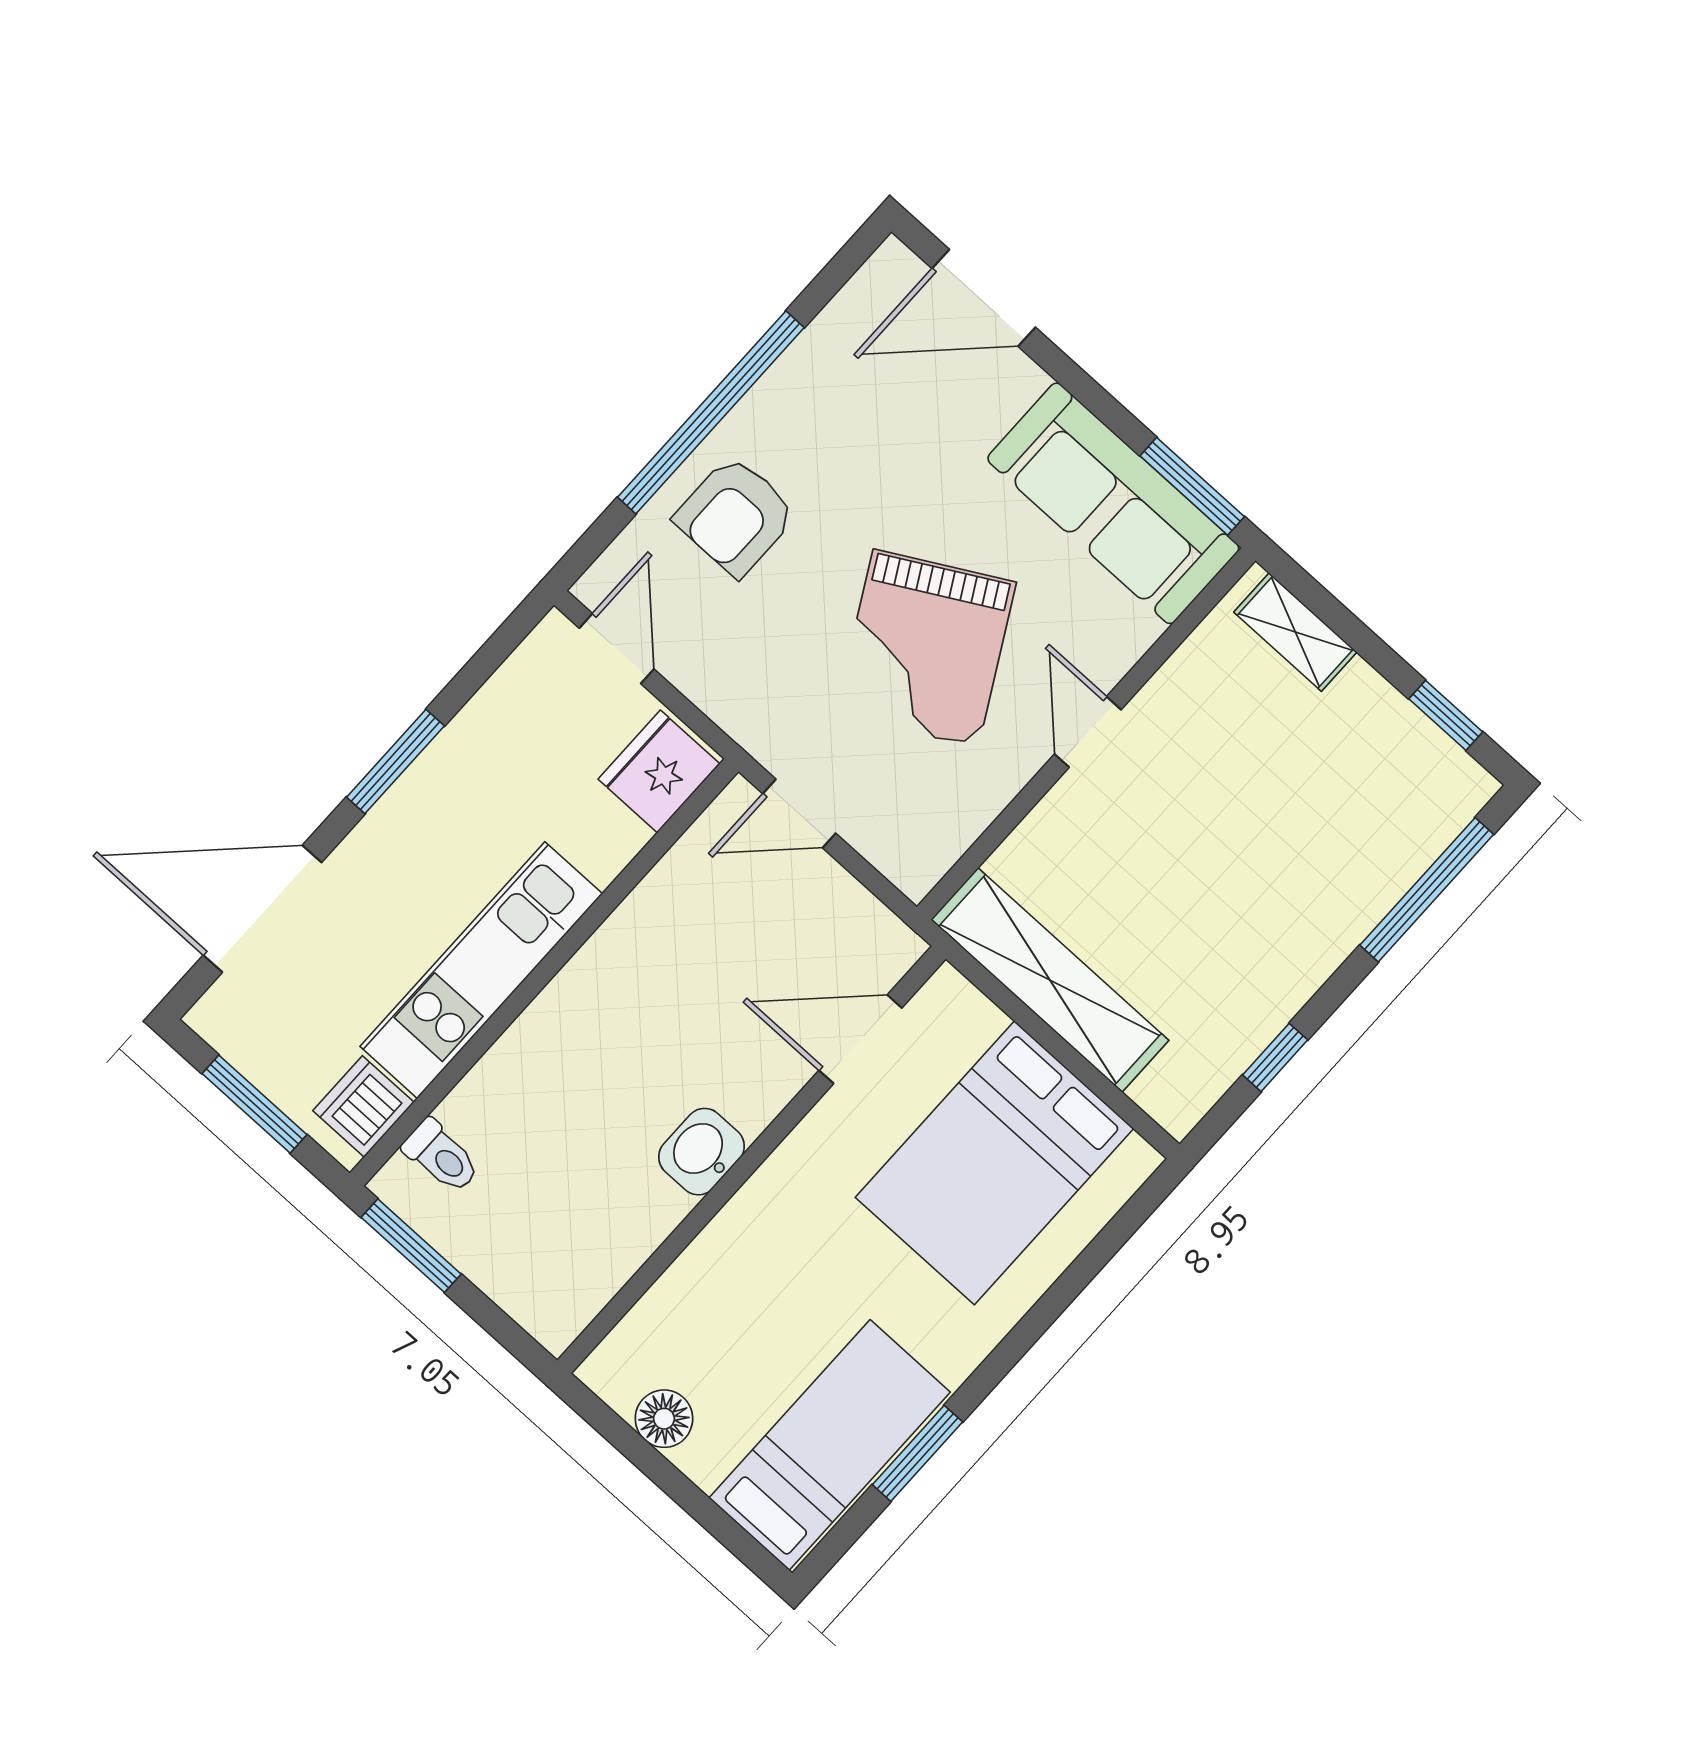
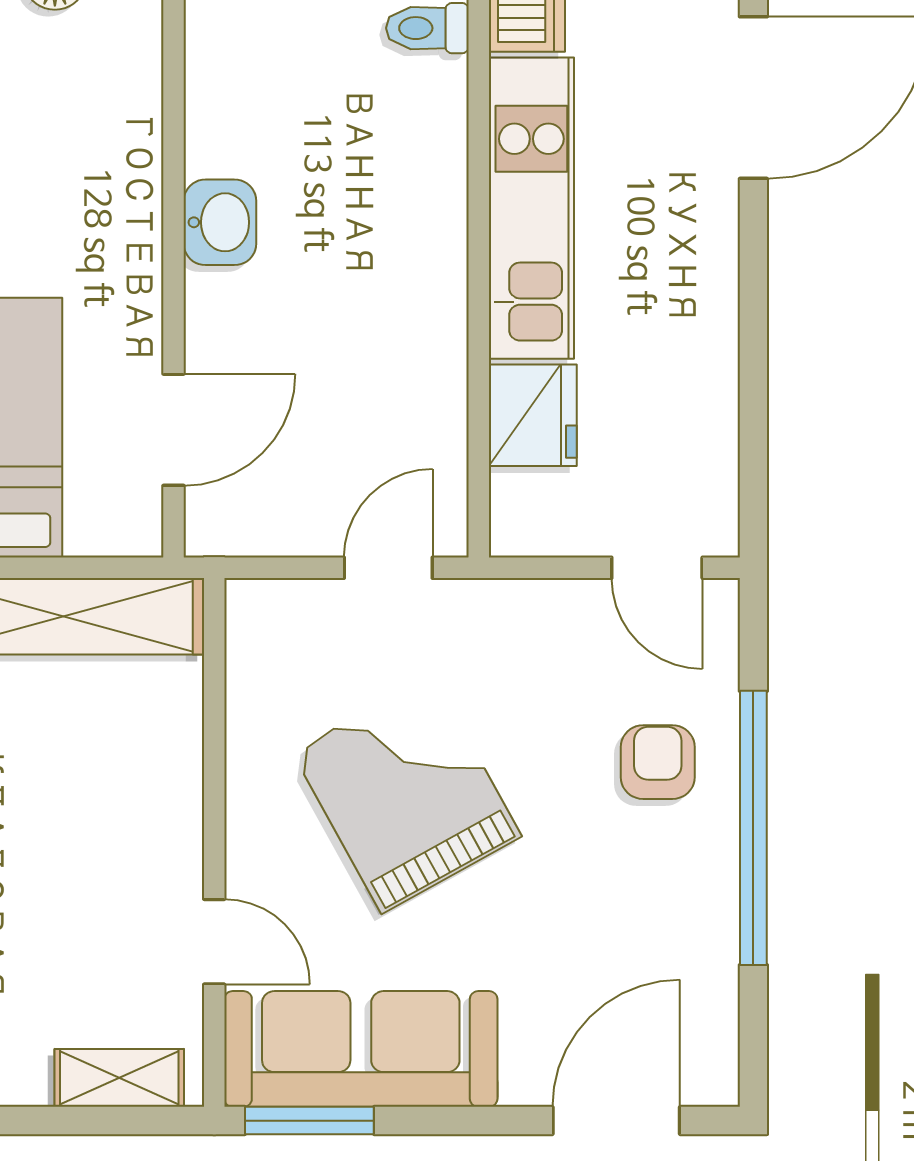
armchair: (735, 516) -> (658, 762), width x0.72, depth x0.72
door: (1088, 732) -> (214, 942), moved
window: (395, 762) -> (753, 314), removed
fridge: (659, 771) -> (533, 415), moved

